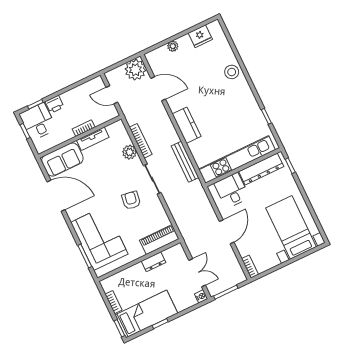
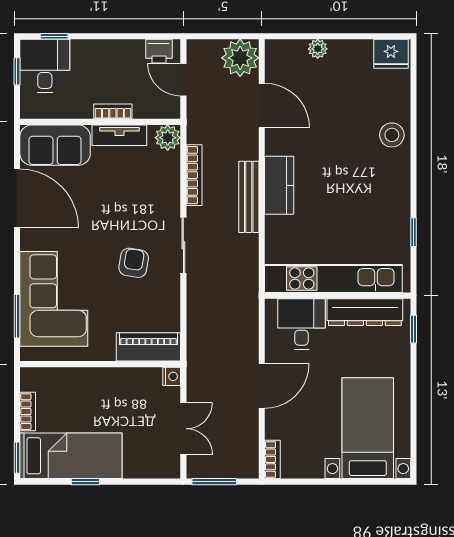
fridge: (200, 36) -> (391, 54), moved
printer: (55, 104) -> (159, 51), moved
plant: (130, 152) -> (168, 138), moved
bench: (185, 162) -> (249, 197), moved
dresser: (154, 262) -> (122, 378), removed
nightstand: (201, 296) -> (172, 376), moved

